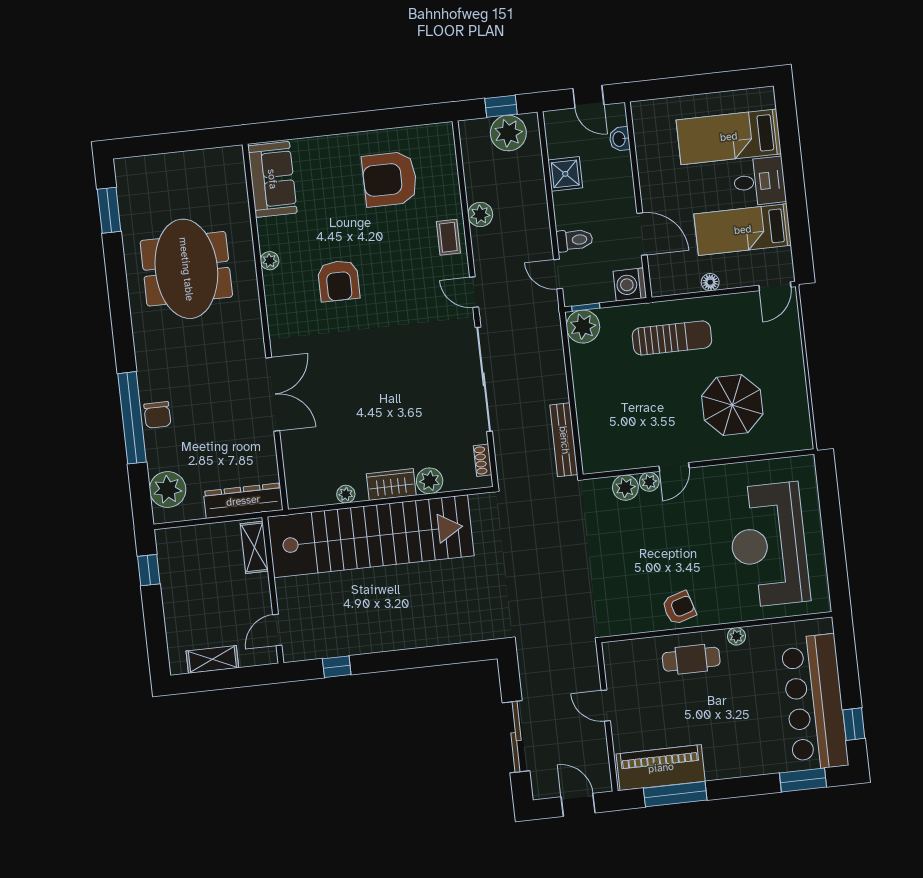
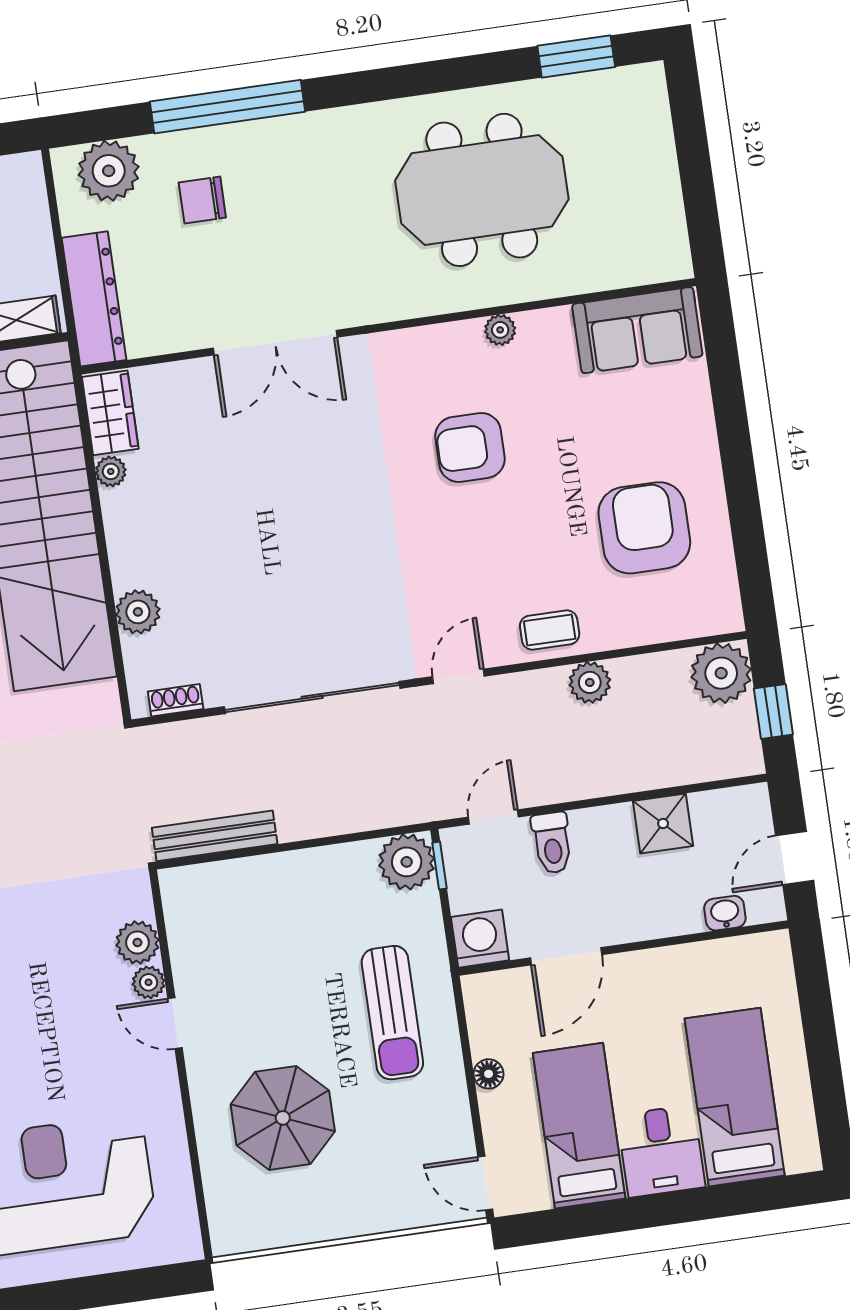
plant: (508, 133) -> (721, 673), moved
chair: (157, 415) -> (202, 200), moved
wardrobe: (391, 484) -> (110, 413), moved

